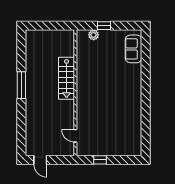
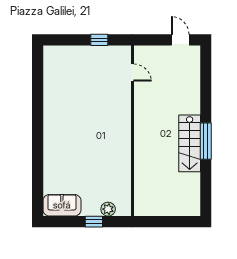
sofa: (134, 49) -> (62, 205), moved, turned -90
stairs: (67, 78) -> (190, 143), moved, turned 180

